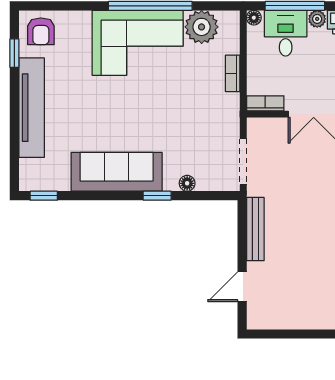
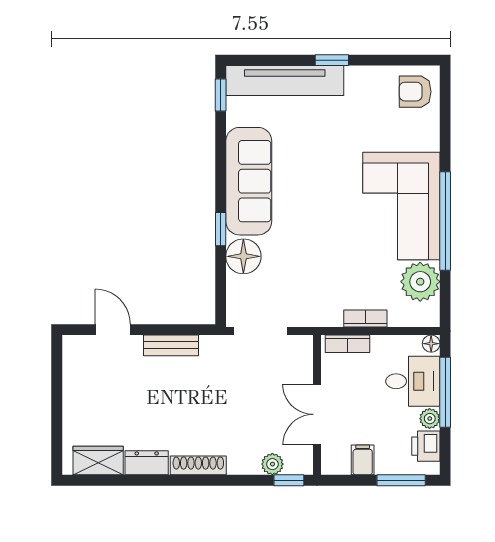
window: (14, 53) -> (332, 60), moved
bookcase: (265, 103) -> (347, 344), moved, turned 90
tv unit: (32, 108) -> (285, 80), moved
floor lamp: (187, 183) -> (243, 256), width x1.89, depth x1.89
bench: (255, 229) -> (171, 345), width x0.73

